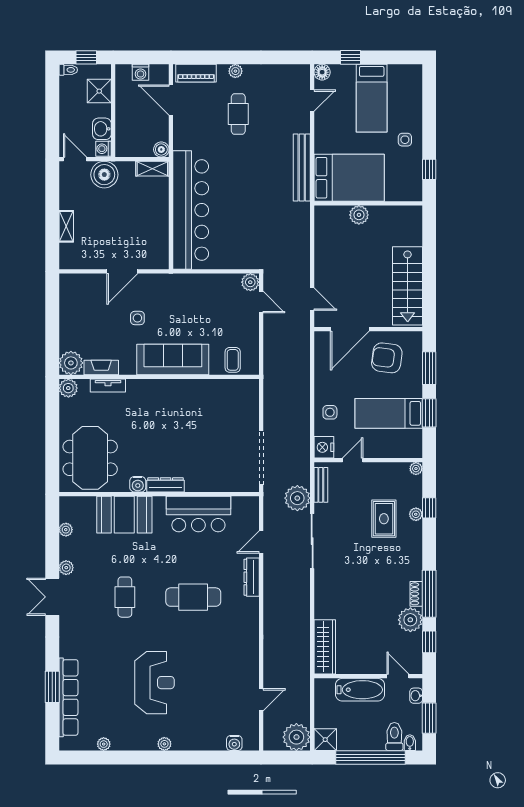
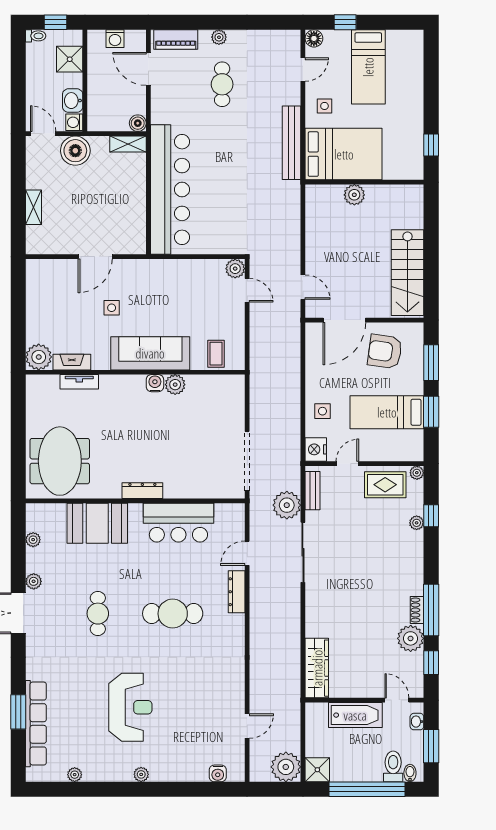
side table: (405, 140) -> (324, 106), moved
plant: (68, 388) -> (175, 385), moved
water cooler: (138, 484) -> (155, 383), moved, turned 180
rug: (384, 519) -> (385, 485), moved, turned 90

